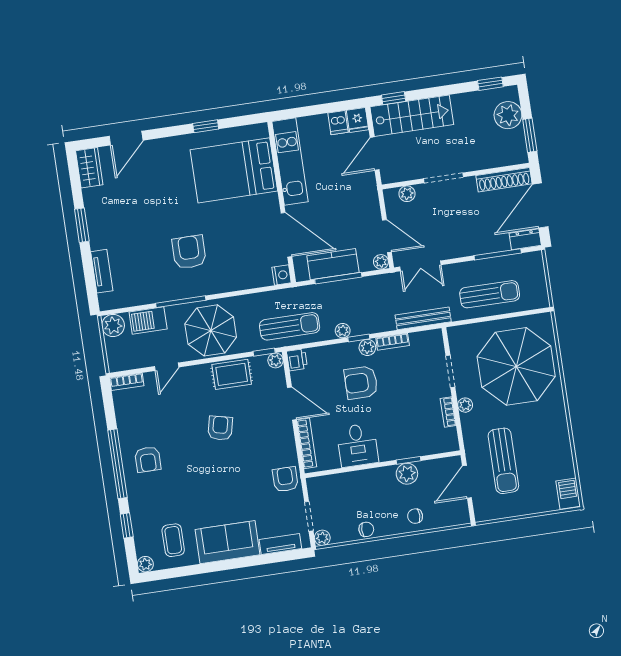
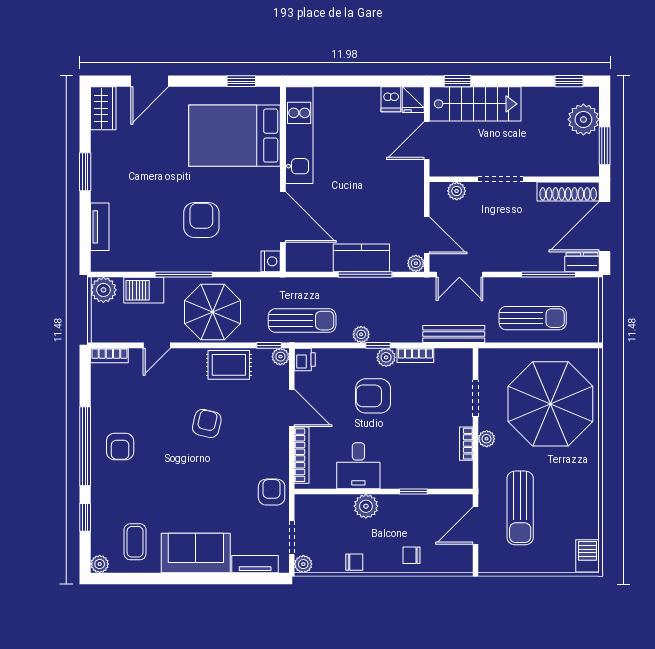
kitchen unit: (290, 162) -> (299, 135), moved
bed: (234, 170) -> (235, 136), moved
wall: (282, 202) -> (283, 179), moved
door: (286, 235) -> (283, 217), moved
nightstand: (282, 275) -> (271, 261), moved
plant: (407, 474) -> (366, 506), moved

